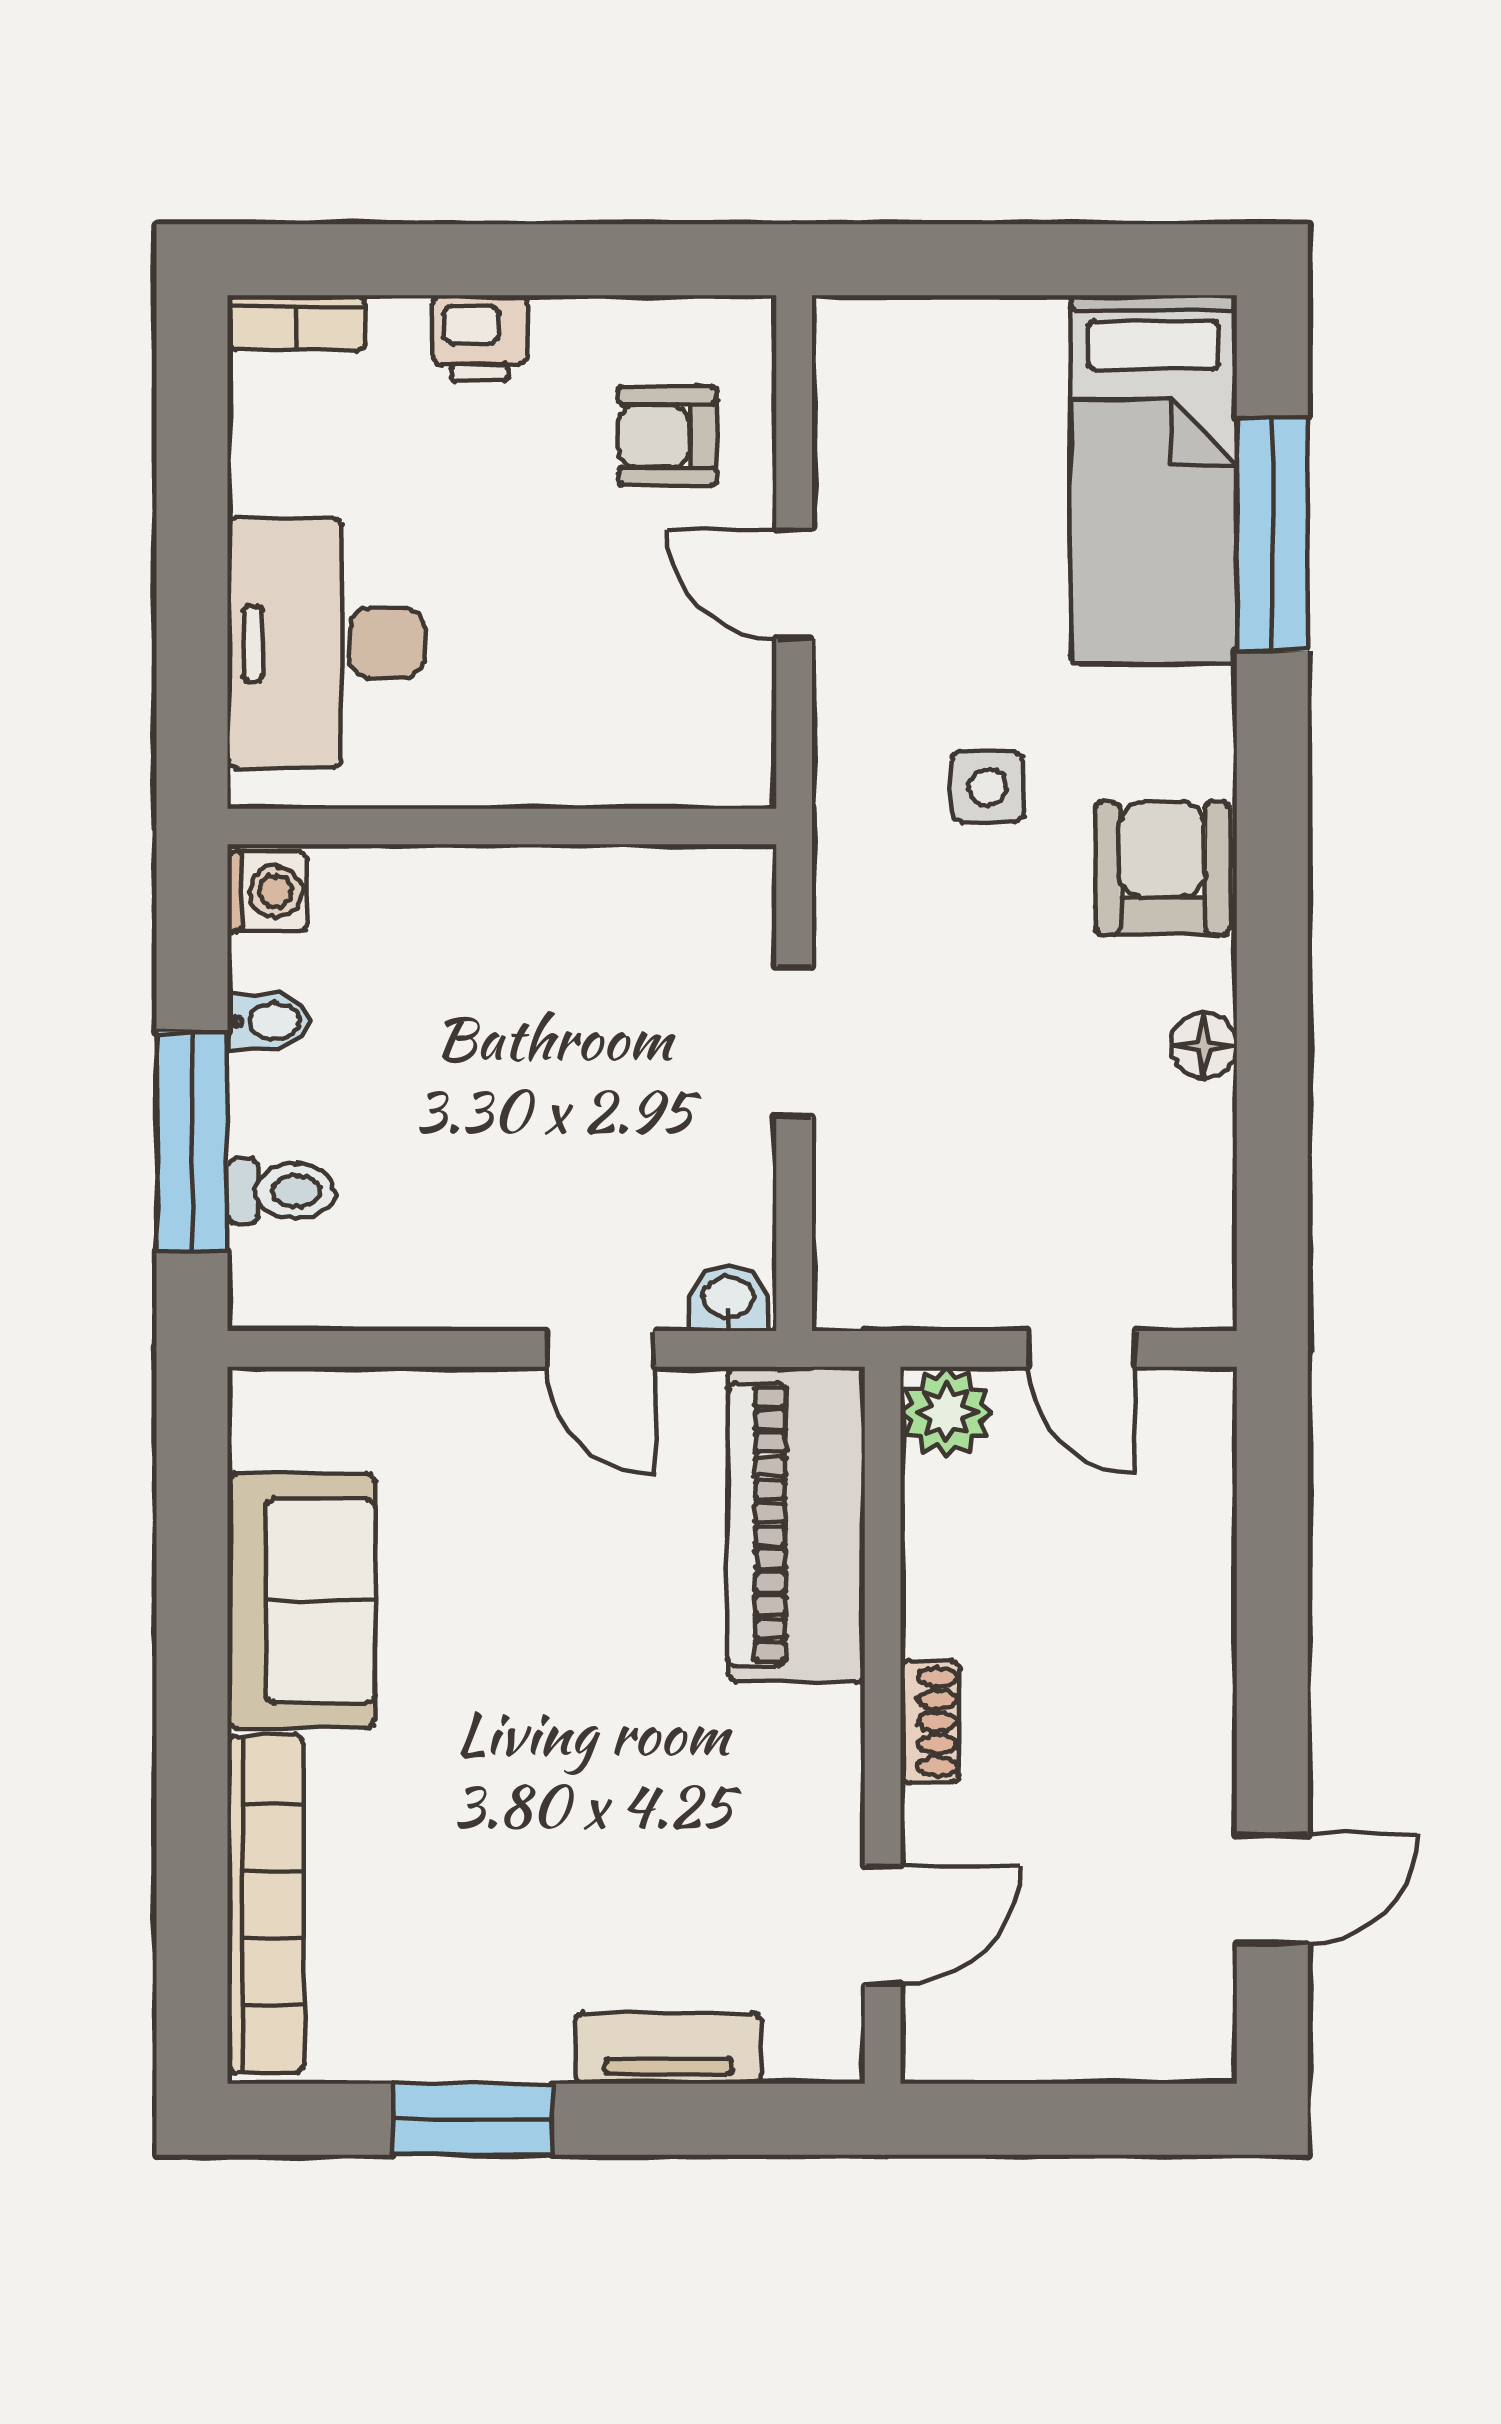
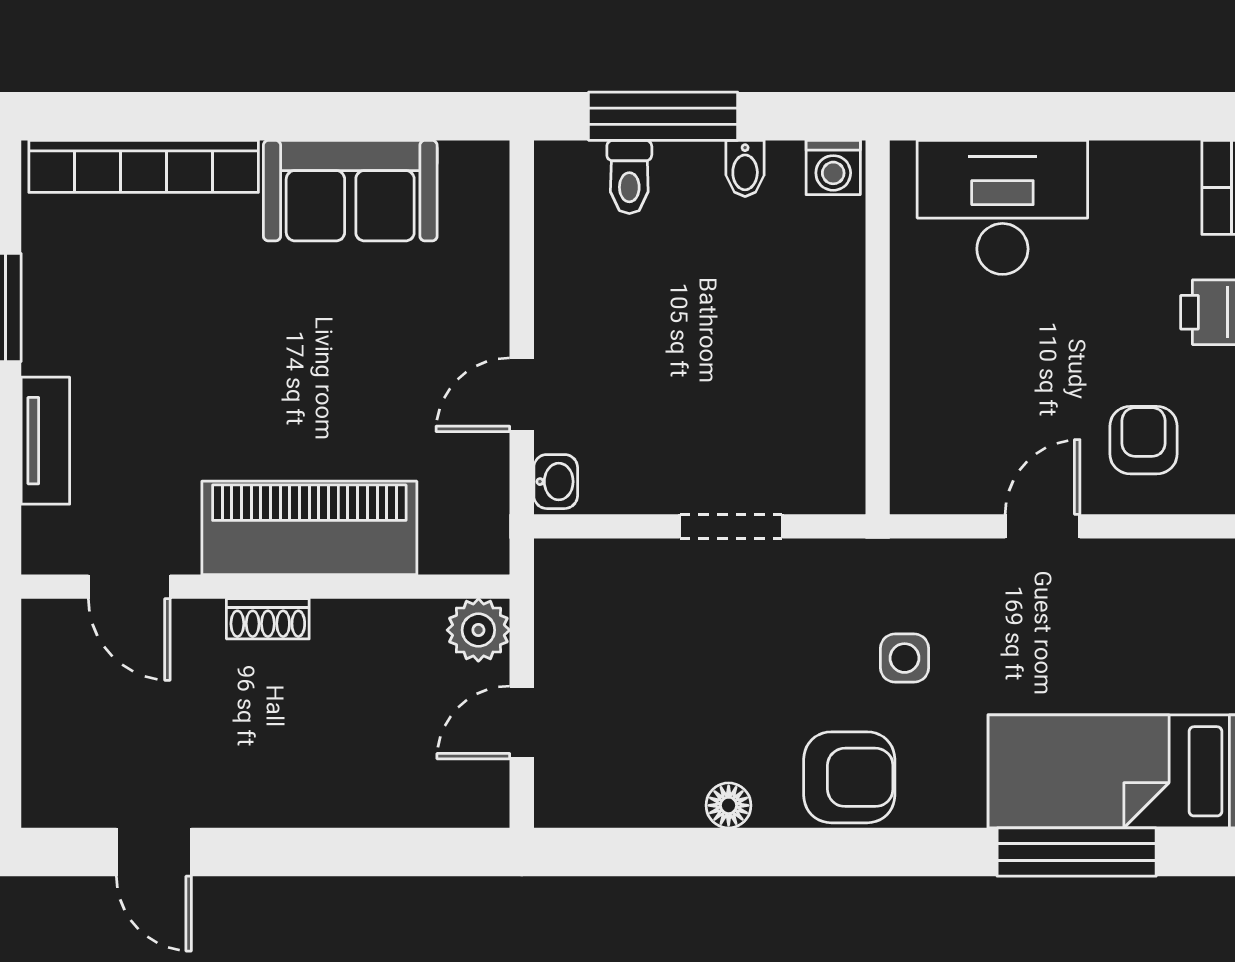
piano: (796, 1524) -> (309, 528), moved

